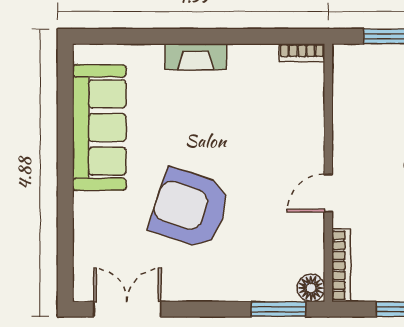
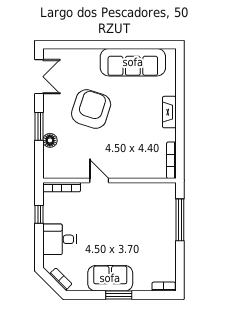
bookcase: (302, 53) -> (171, 160), width x1.56
floor lamp: (311, 288) -> (50, 140), moved
window: (278, 309) -> (39, 126), moved

